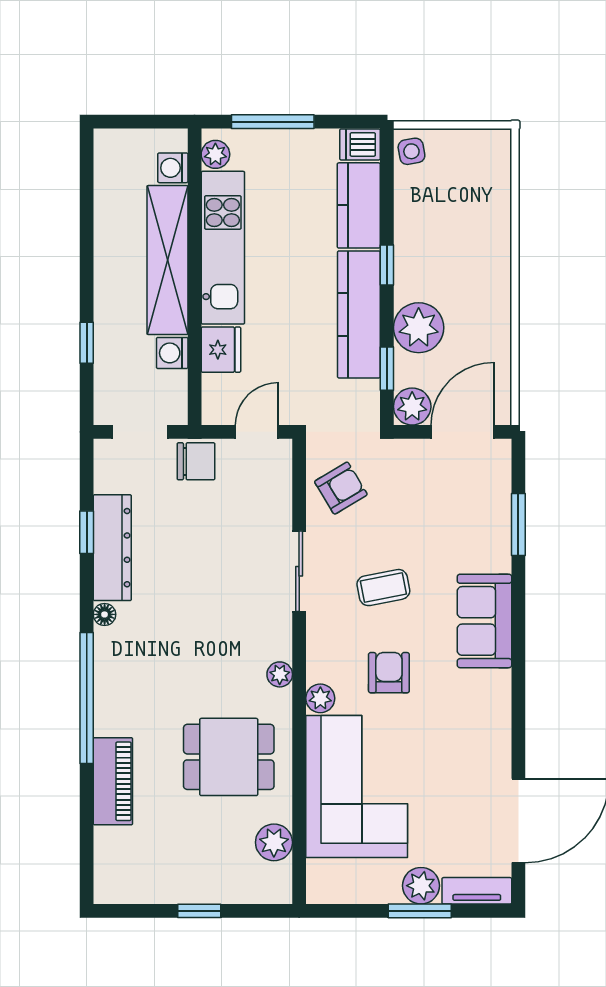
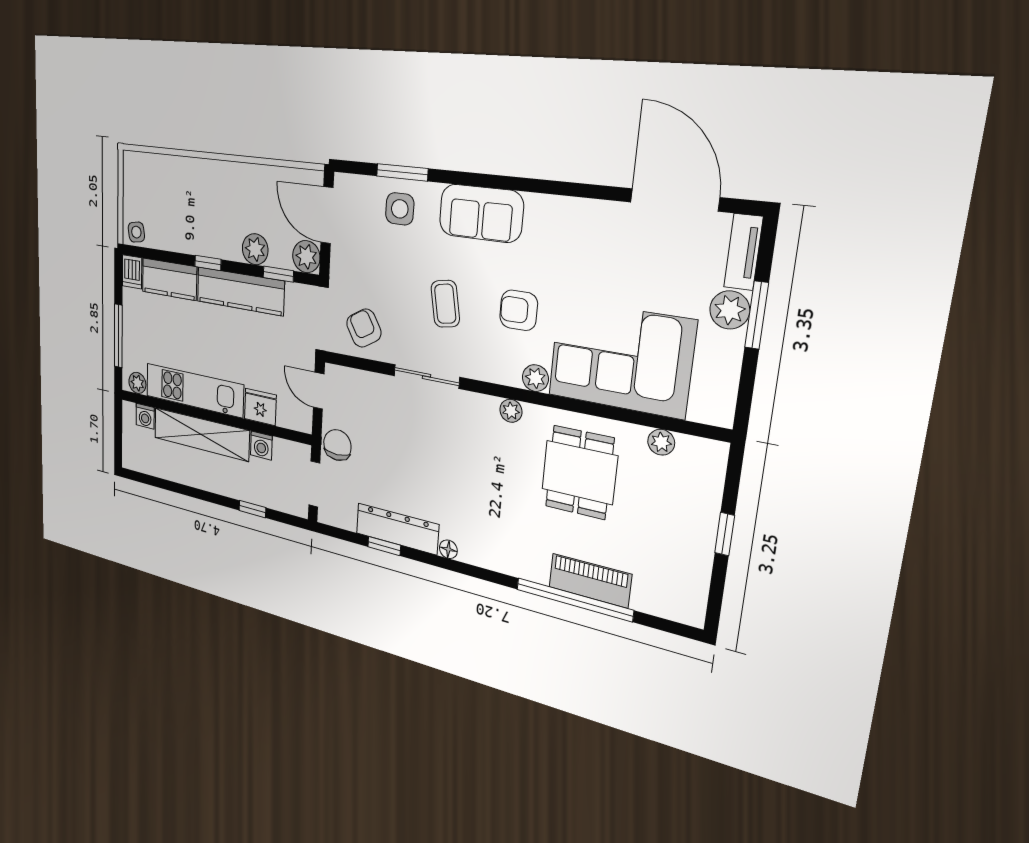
plant: (419, 328) -> (255, 249), width x0.73, depth x0.73
side table: (479, 524) -> (400, 209), added
window: (87, 698) -> (574, 600), moved
plant: (274, 842) -> (661, 442), width x0.73, depth x0.73

